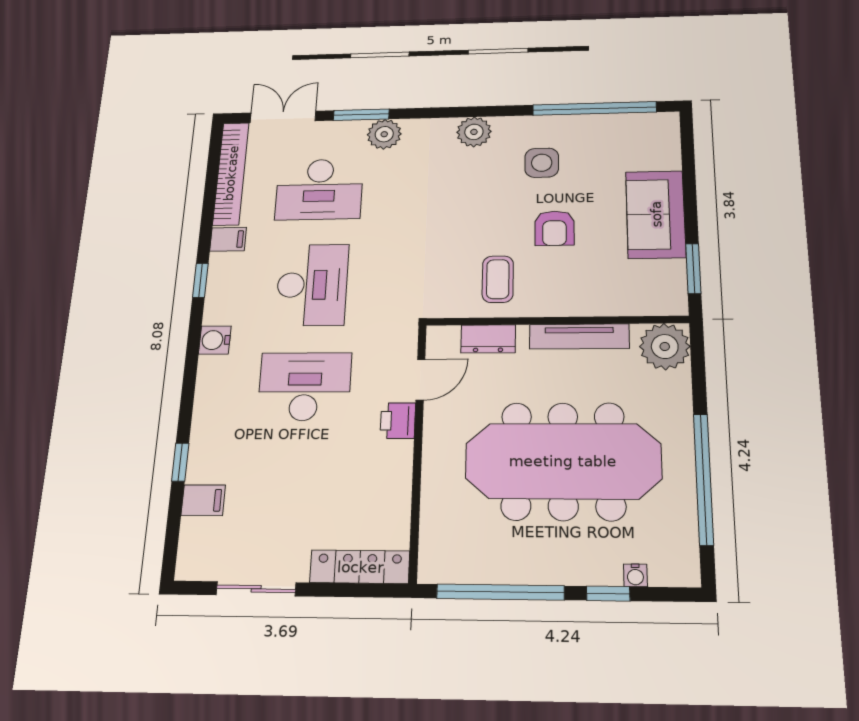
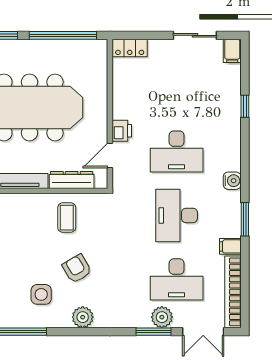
plant: (384, 134) -> (162, 317), moved
desk: (319, 189) -> (177, 279), turned 180
armchair: (554, 228) -> (77, 269), moved, turned -31
window: (200, 280) -> (245, 219), width x1.50
dresser: (488, 339) -> (72, 180), width x1.44
filing cabinet: (203, 500) -> (232, 51), moved, turned -90
locker: (360, 567) -> (130, 48), width x0.66

